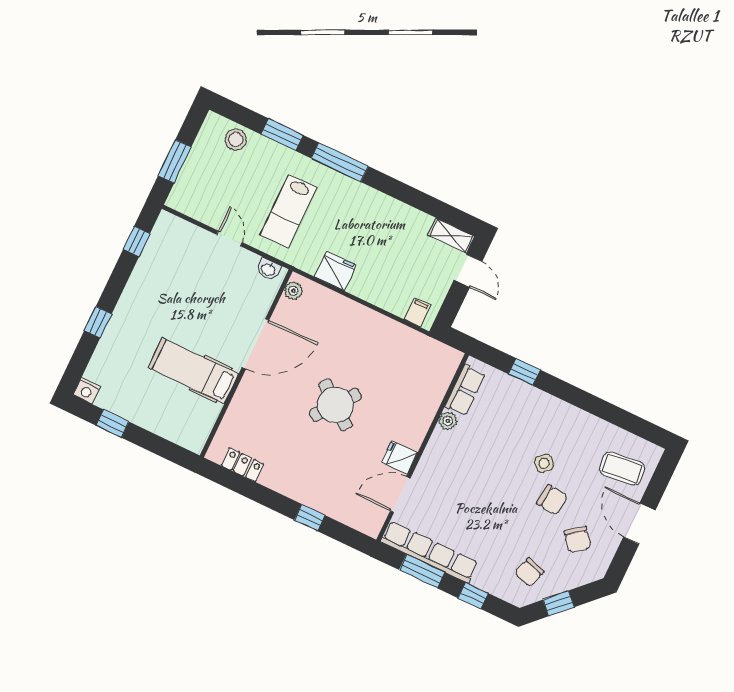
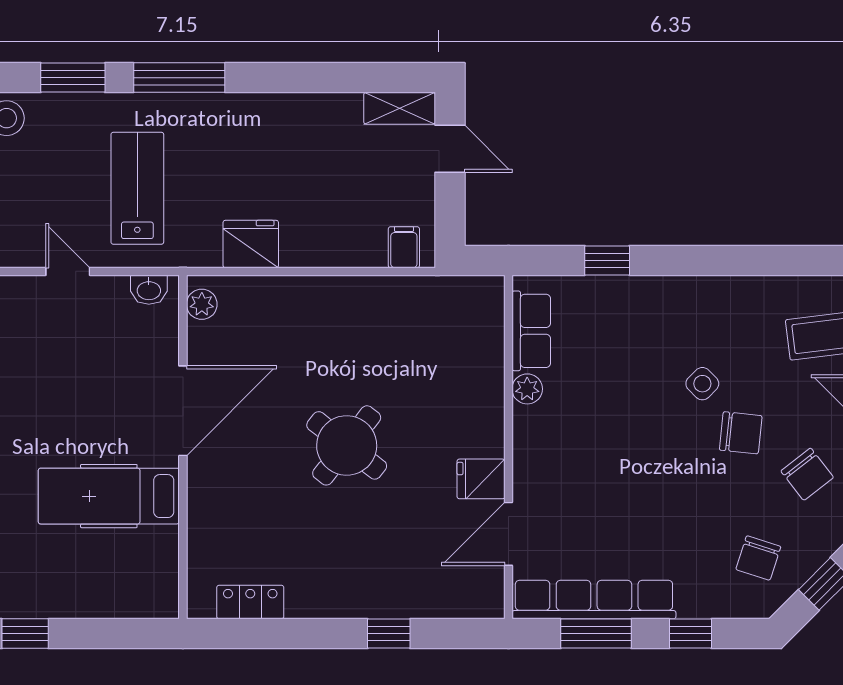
lab bench: (288, 211) -> (137, 188), turned 180

